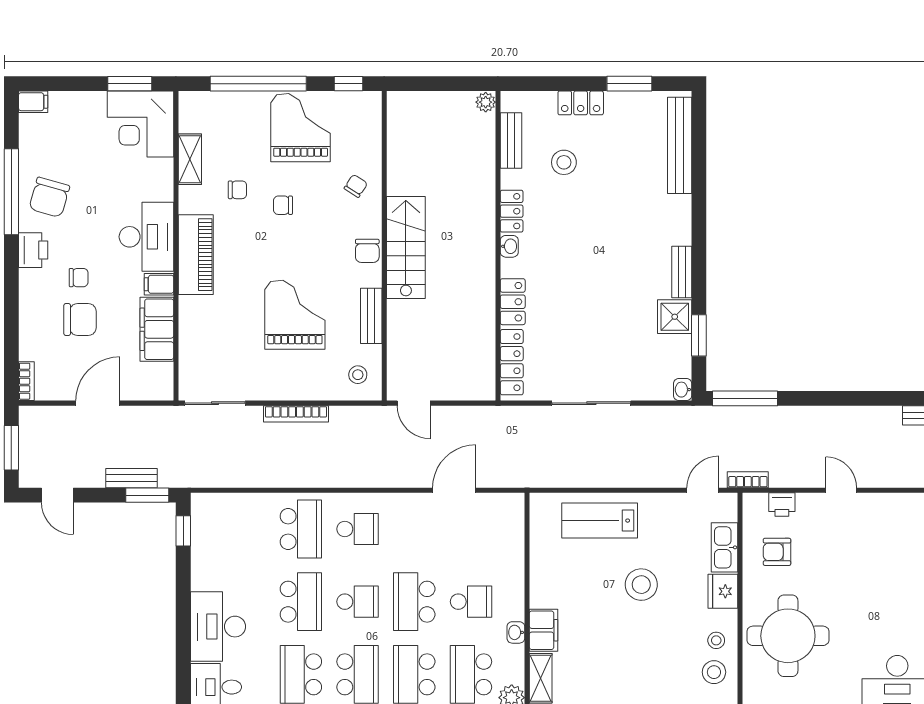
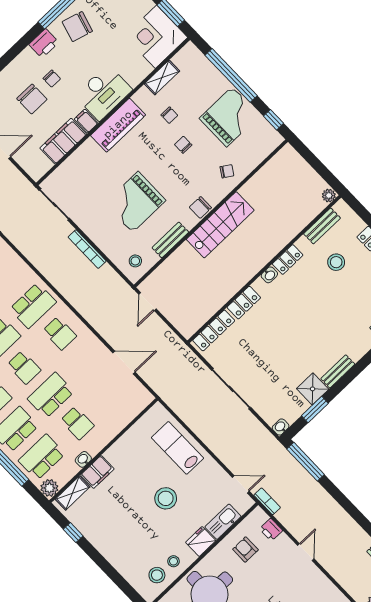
grand piano: (295, 315) -> (135, 202), turned 180

